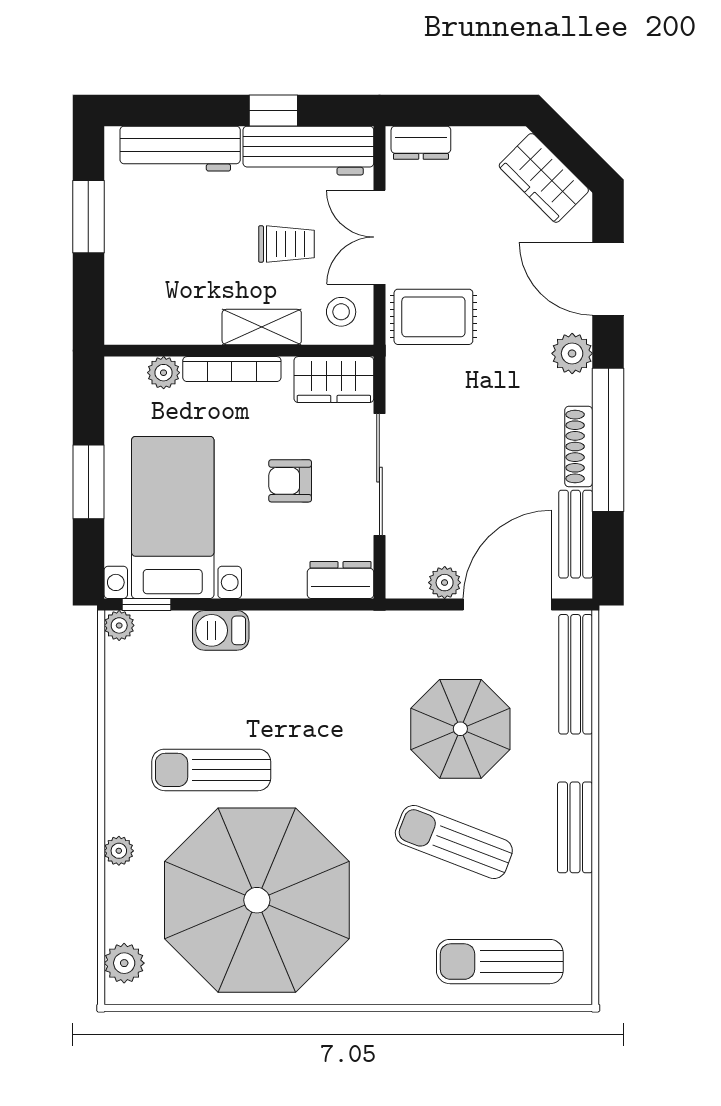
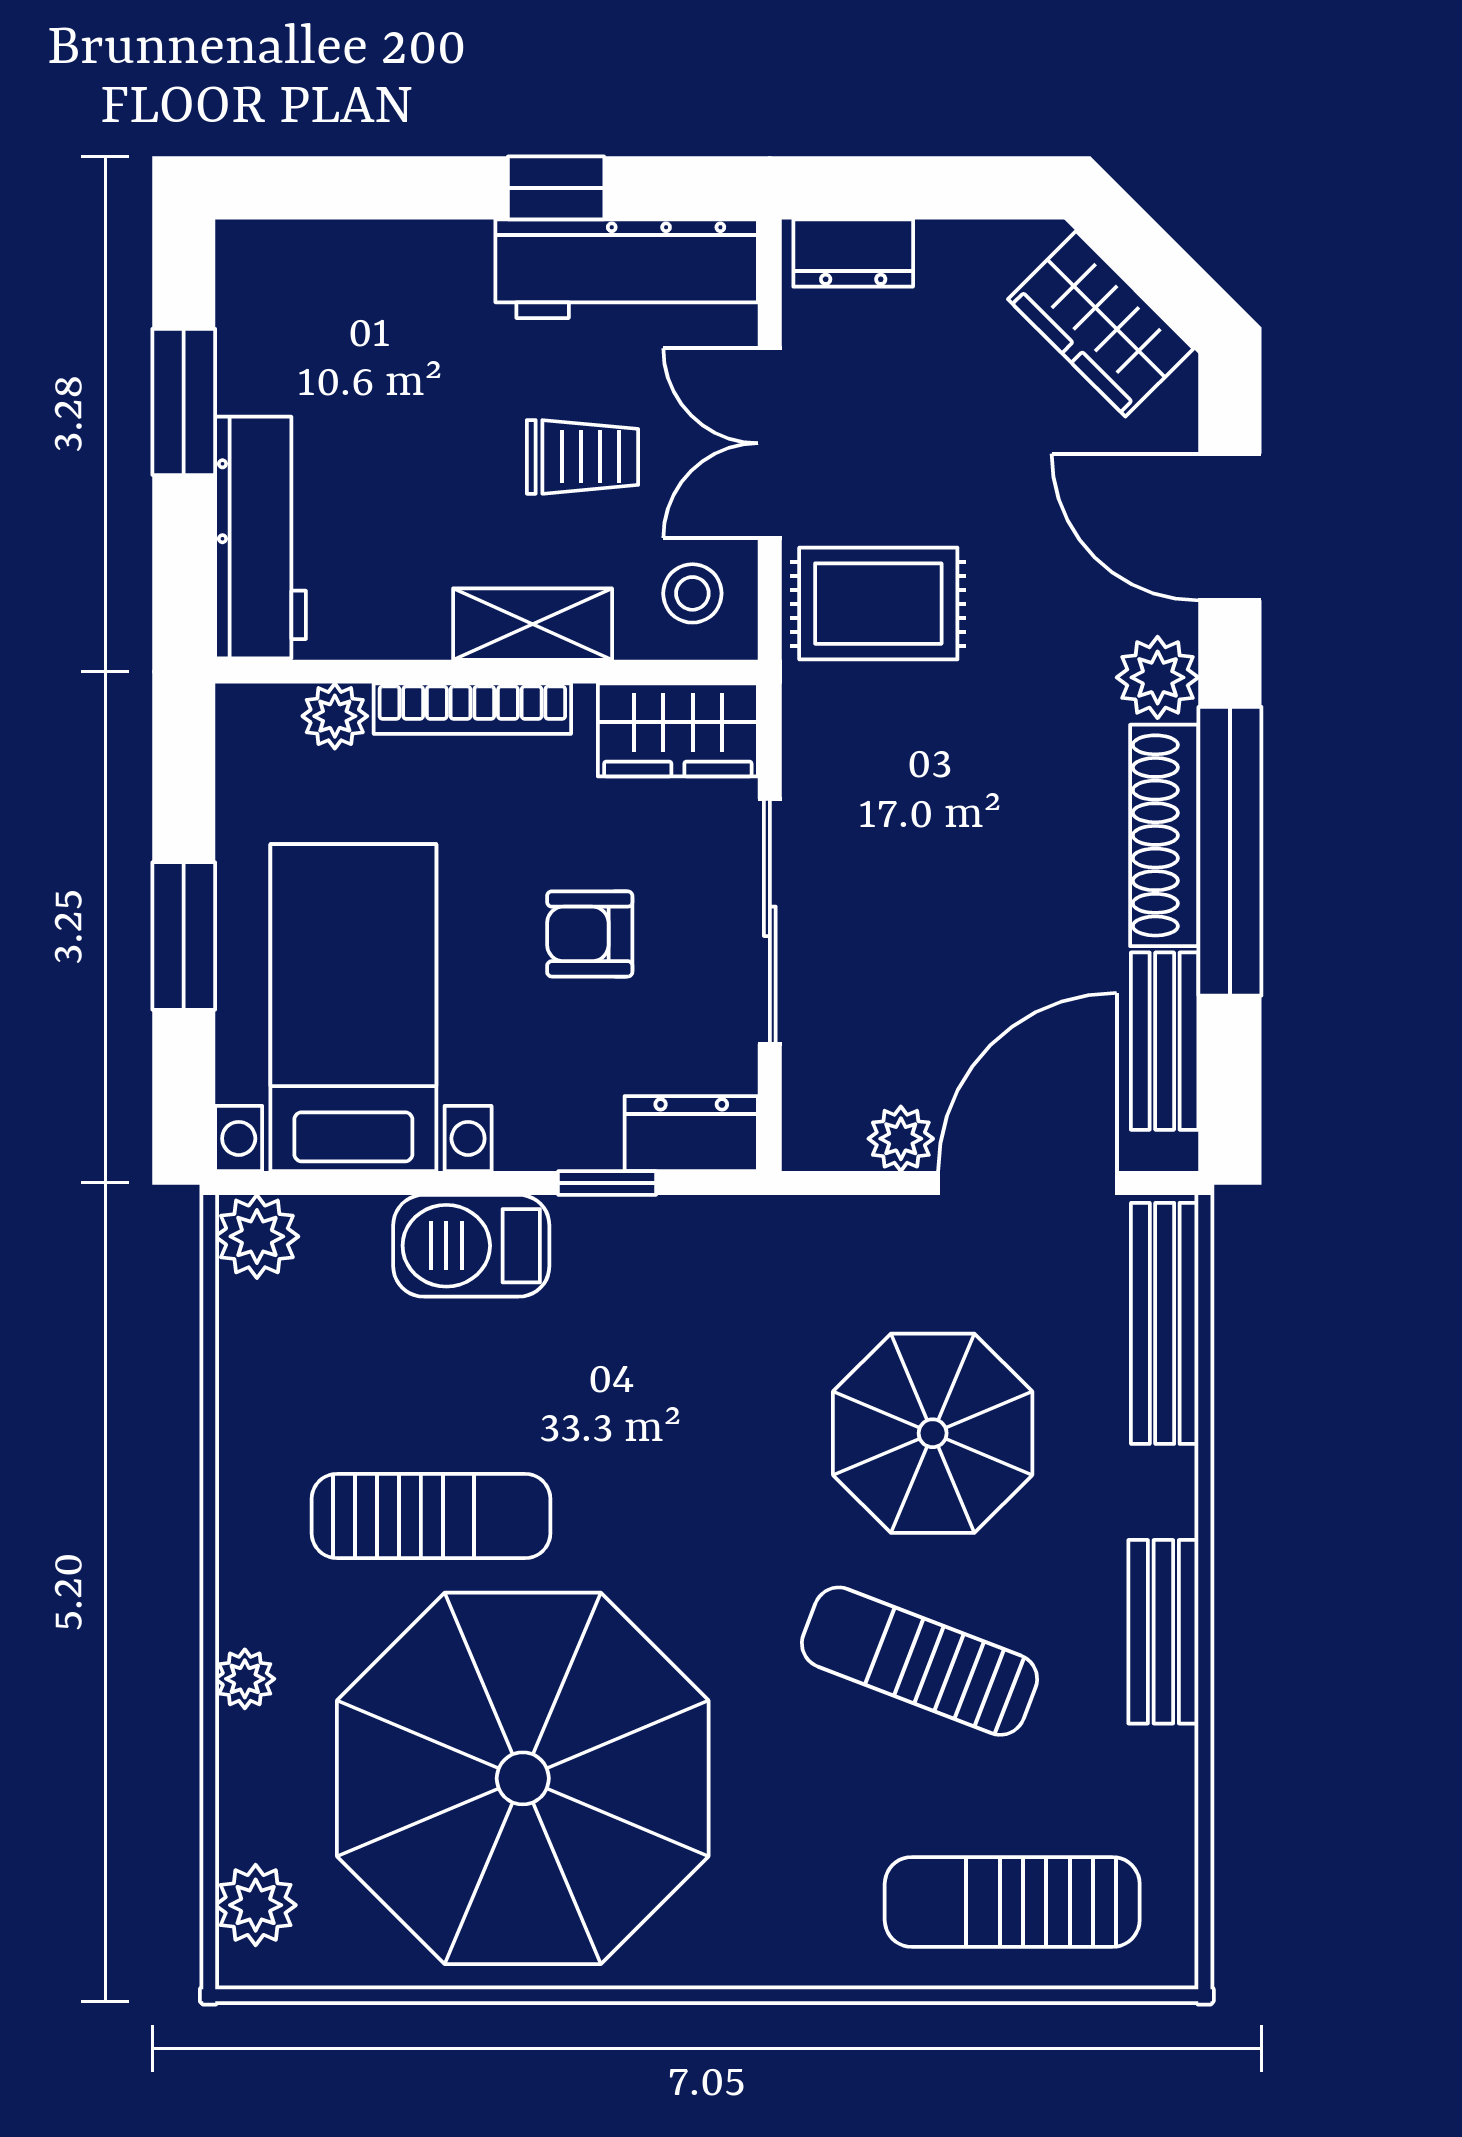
workbench: (180, 149) -> (261, 538), moved, turned -90
shoe rack: (579, 447) -> (1164, 835), width x1.36, depth x1.24
window: (147, 605) -> (607, 1183), moved
plant: (119, 625) -> (257, 1236), width x1.38, depth x1.38
barbecue: (221, 630) -> (471, 1246), width x1.38, depth x1.27
sun lounger: (211, 770) -> (431, 1516), turned 180

